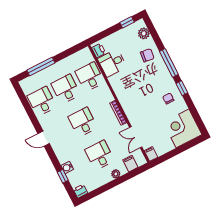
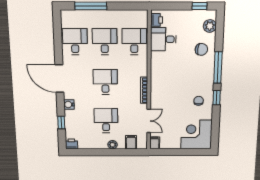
double door: (136, 137) -> (149, 121), swing flipped
door: (44, 139) -> (59, 79), width x1.88
water cooler: (67, 167) -> (69, 104), moved

